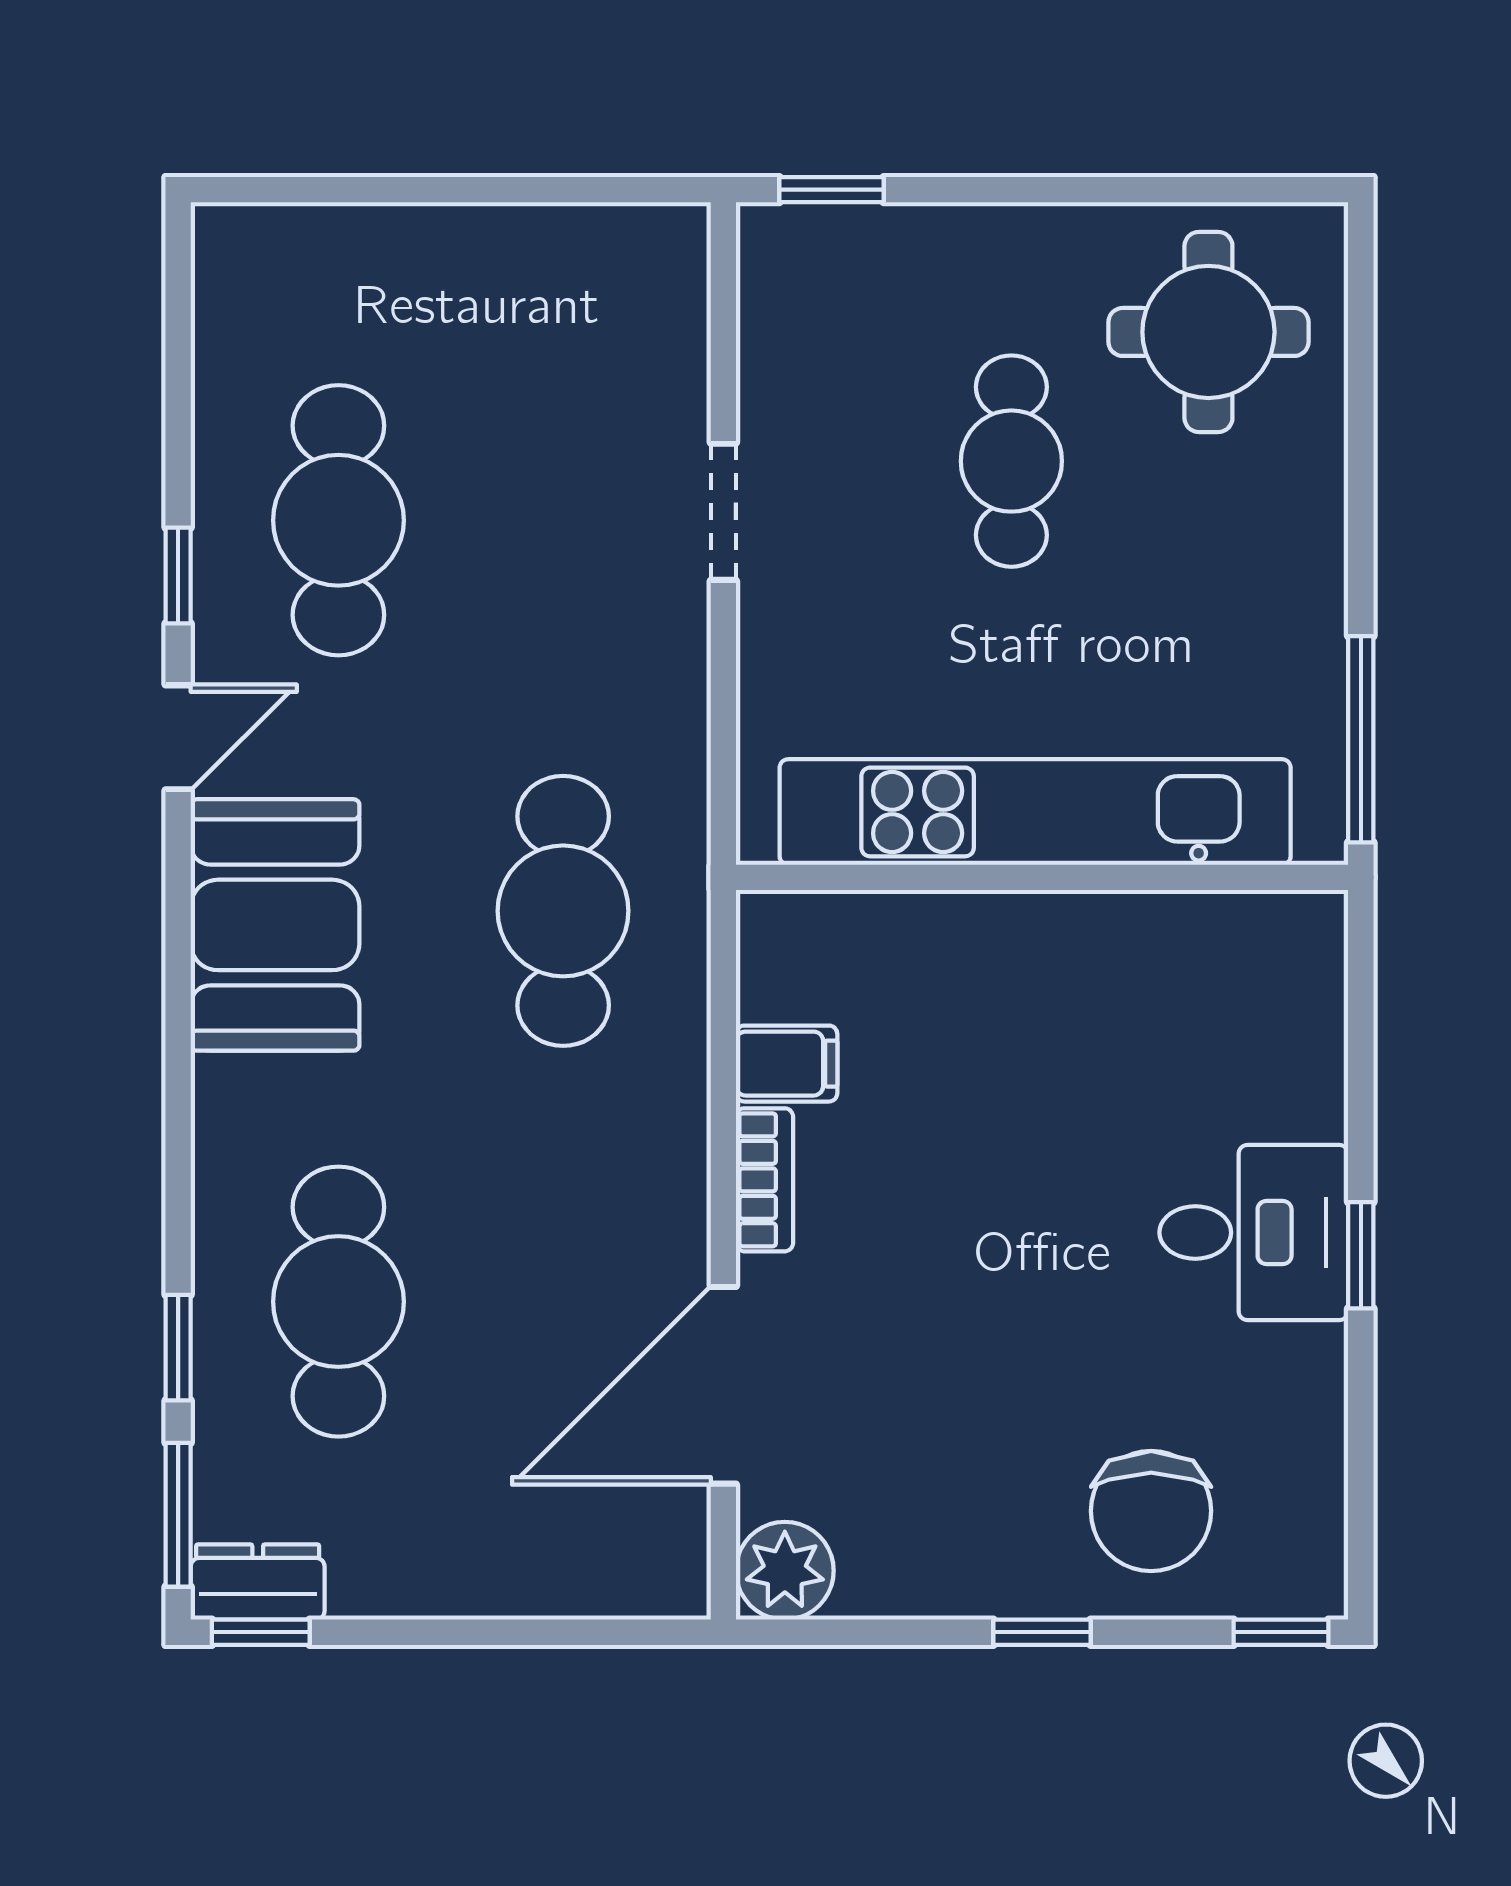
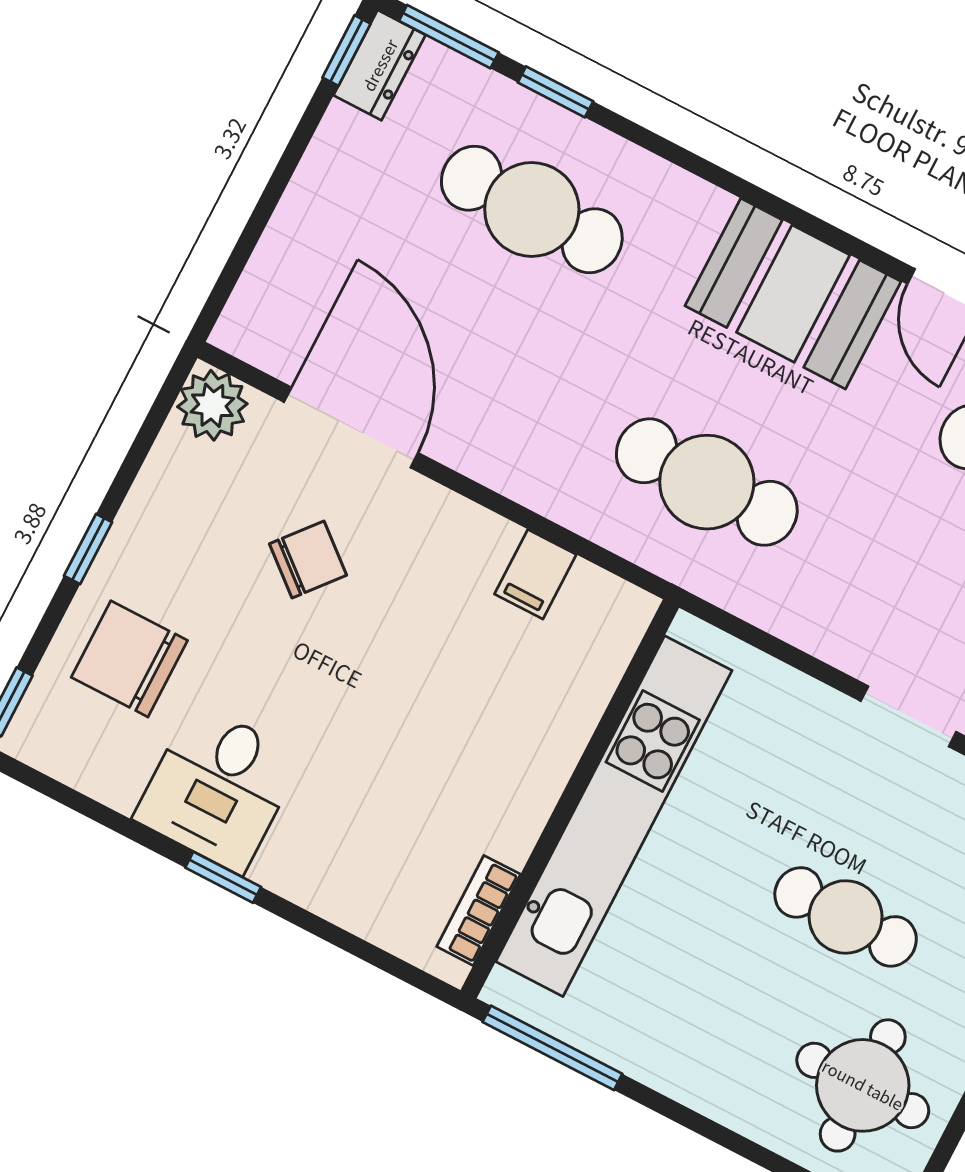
bookcase: (765, 1180) -> (479, 910), moved, turned 90
desk: (1254, 1233) -> (218, 788), moved
chair: (914, 1354) -> (308, 559), added

